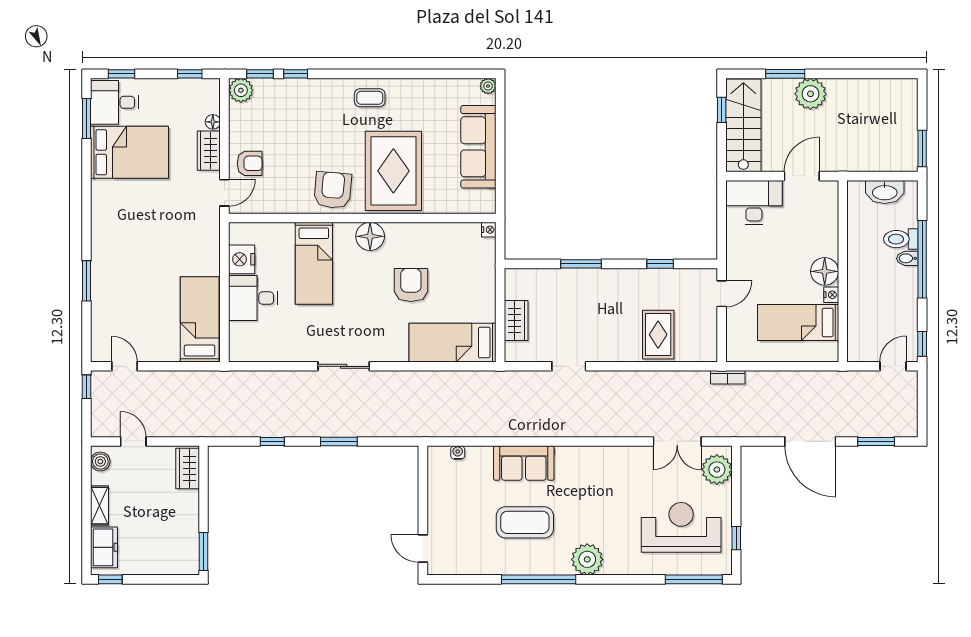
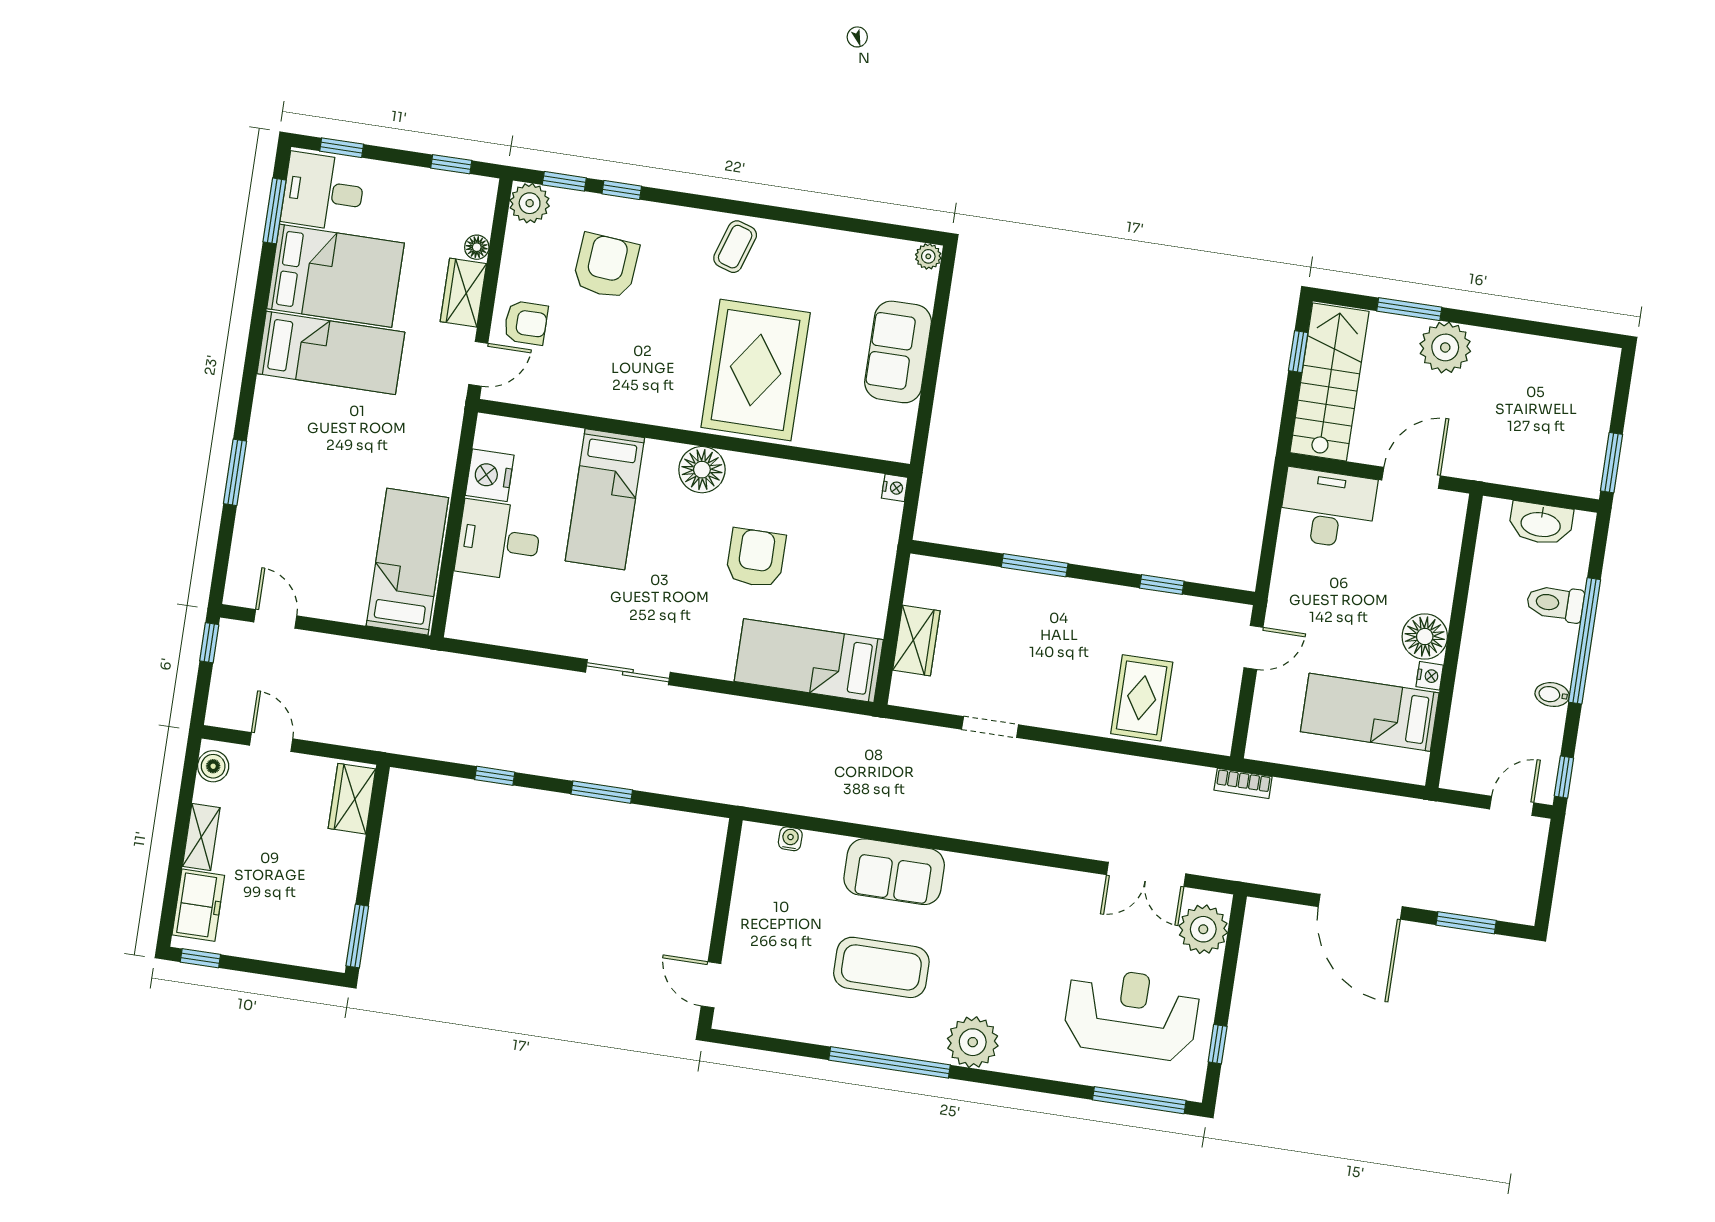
coffee table: (370, 98) -> (735, 247), turned -72
sofa: (478, 147) -> (898, 352), width x0.73
armchair: (333, 190) -> (606, 266), moved
bed: (134, 200) -> (331, 353), added
bidet: (907, 258) -> (1552, 695), moved

